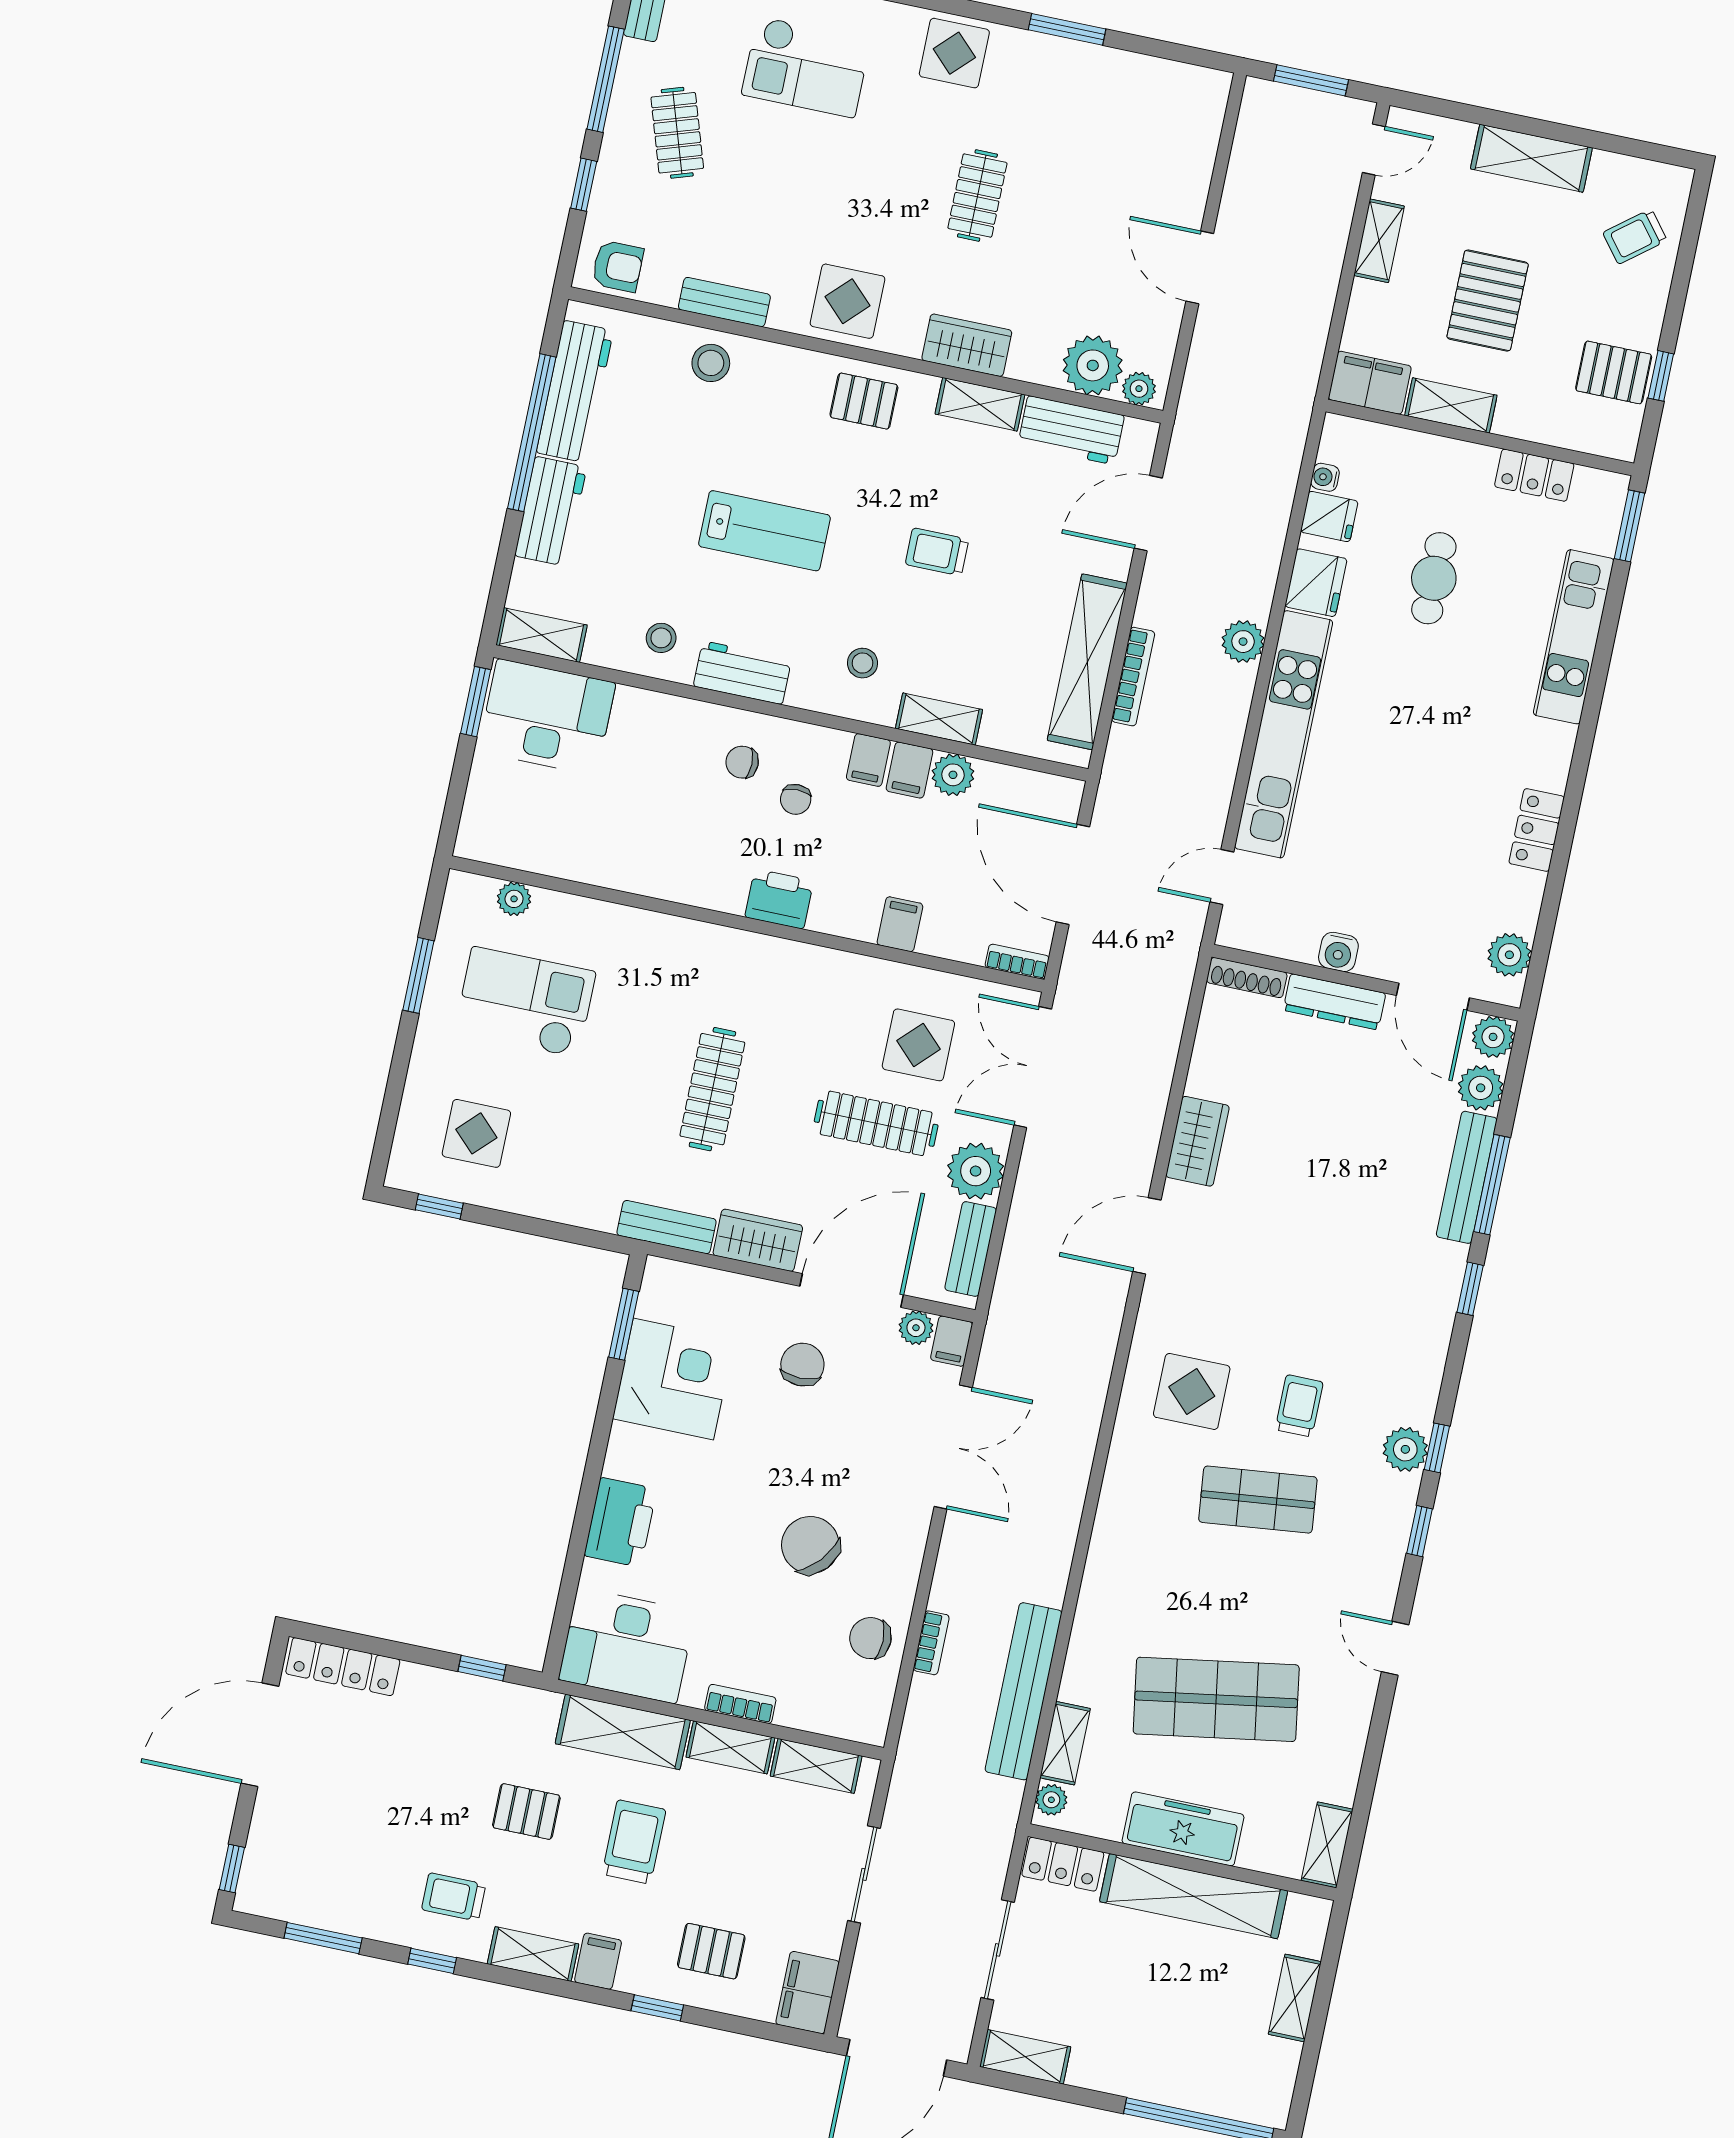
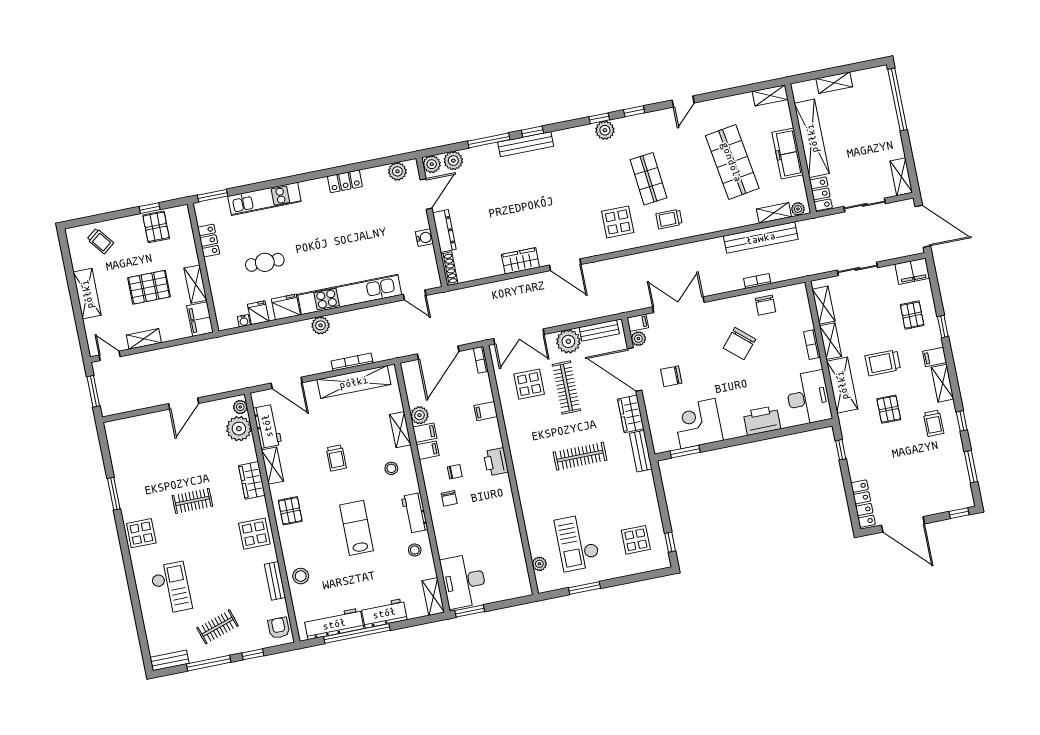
bench: (1467, 1177) -> (526, 144), moved
trolley: (1299, 1406) -> (669, 219), moved

